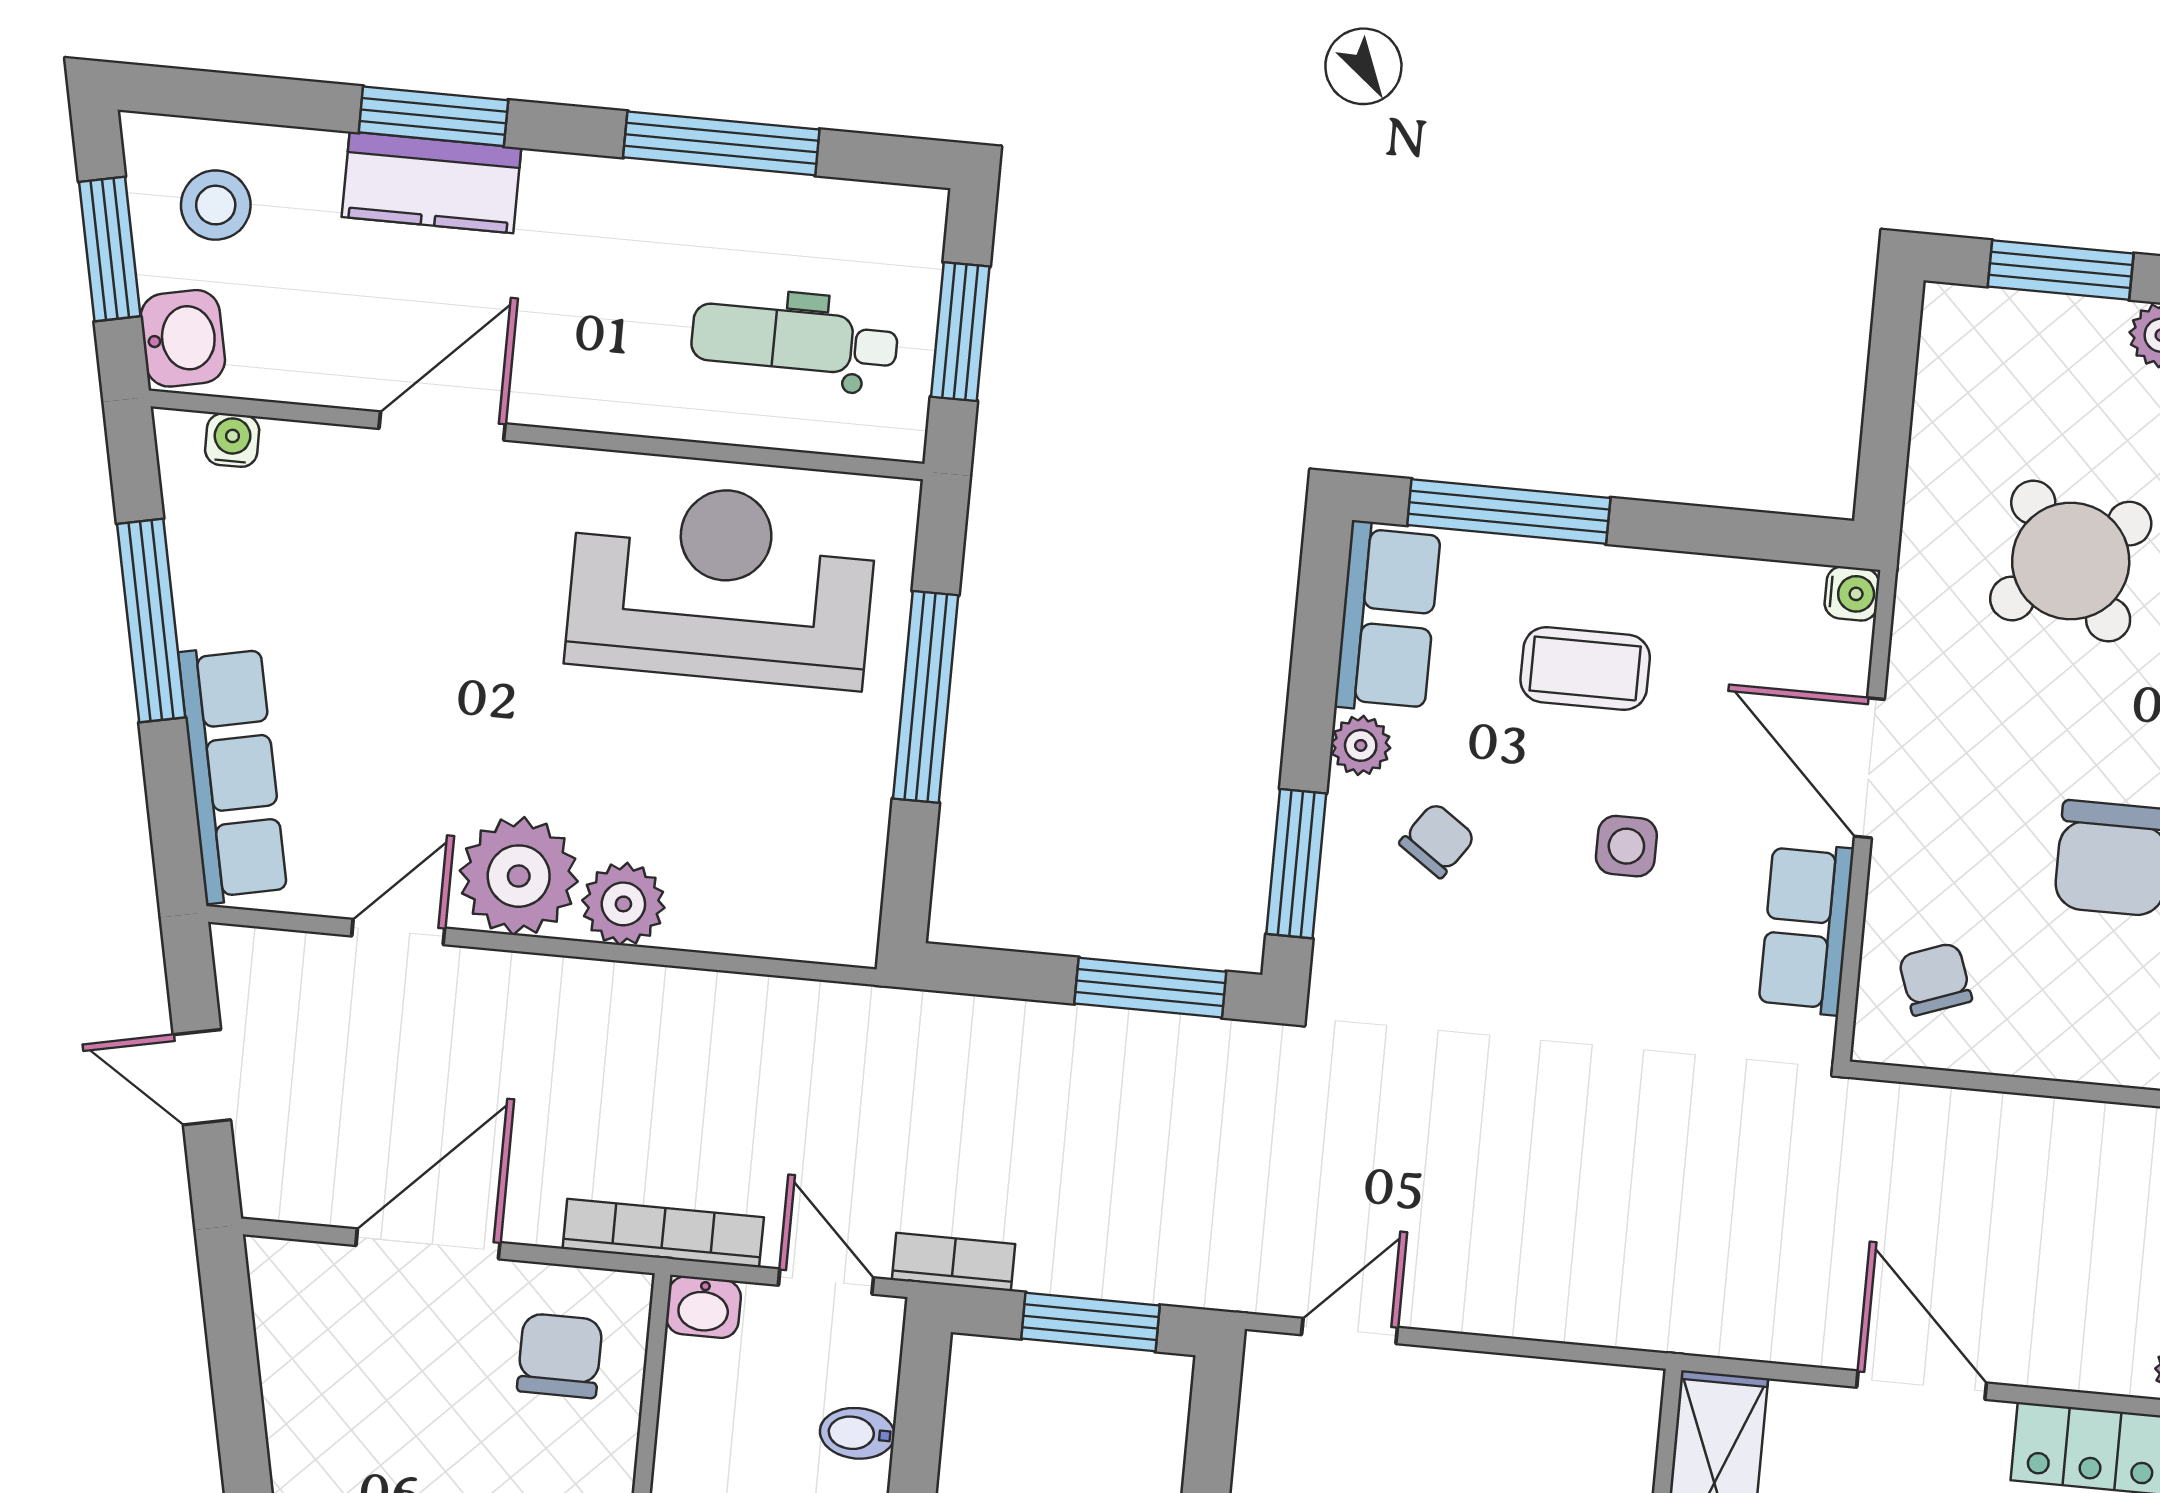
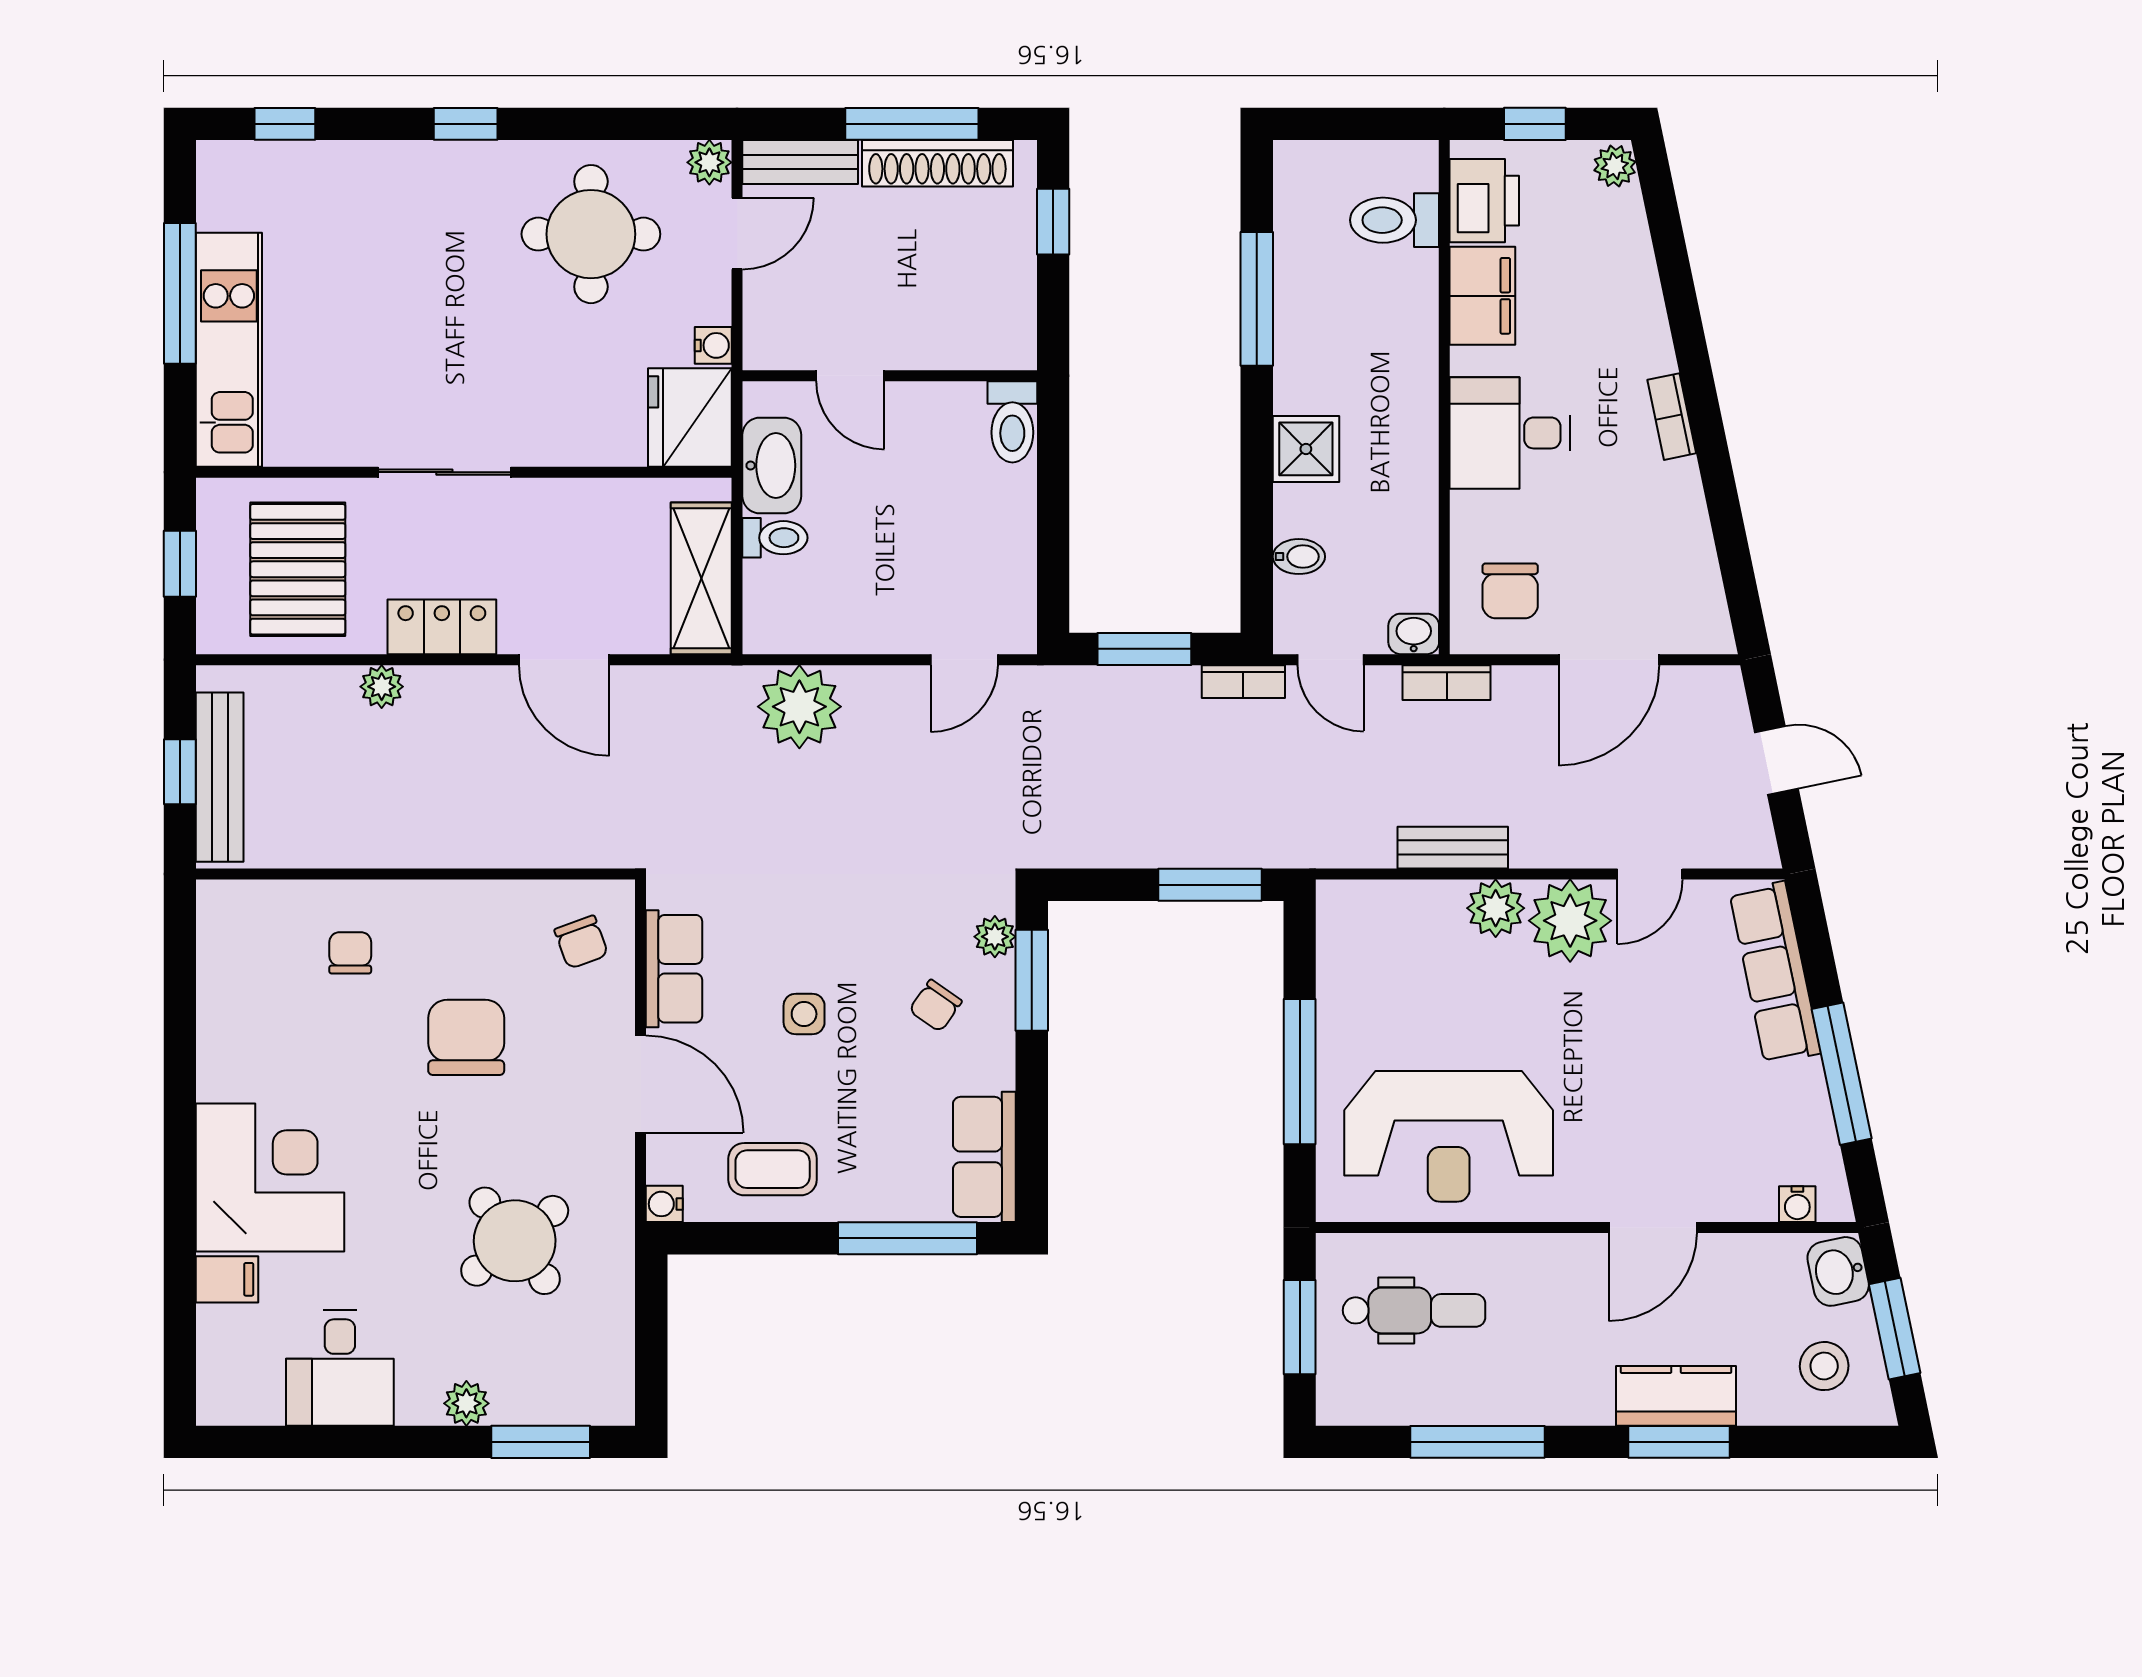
coffee table: (1585, 669) -> (773, 1169), moved
plant: (1361, 745) -> (995, 937), moved
window: (1150, 988) -> (1210, 885), moved
bench: (677, 996) -> (1453, 848), added
bookcase: (663, 1233) -> (1447, 683), width x0.64
plant: (1591, 1286) -> (799, 707), added

